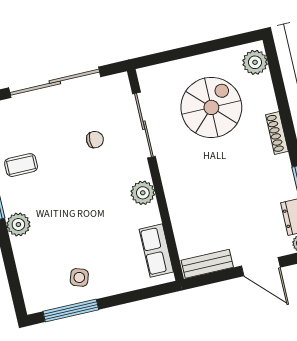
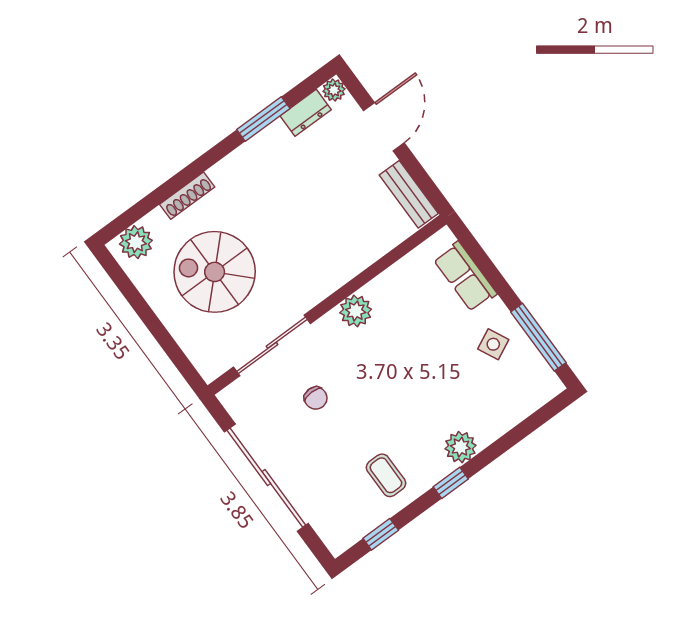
shoe rack: (277, 133) -> (187, 196), moved
chair: (95, 140) -> (316, 398), turned 180
row of seats: (156, 251) -> (465, 277), moved, turned 90
side table: (79, 277) -> (493, 344), turned 45

